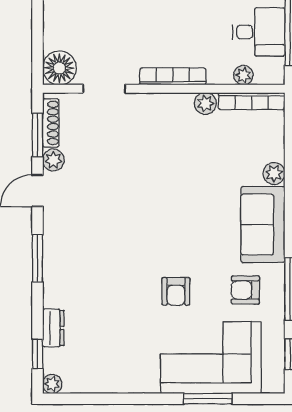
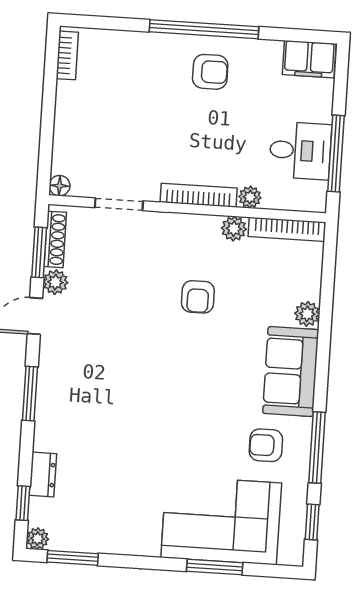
floor lamp: (59, 68) -> (60, 186), width x0.53, depth x0.53
plant: (243, 75) -> (250, 197), moved
armchair: (176, 291) -> (198, 297), moved
window: (84, 399) -> (73, 558), added

